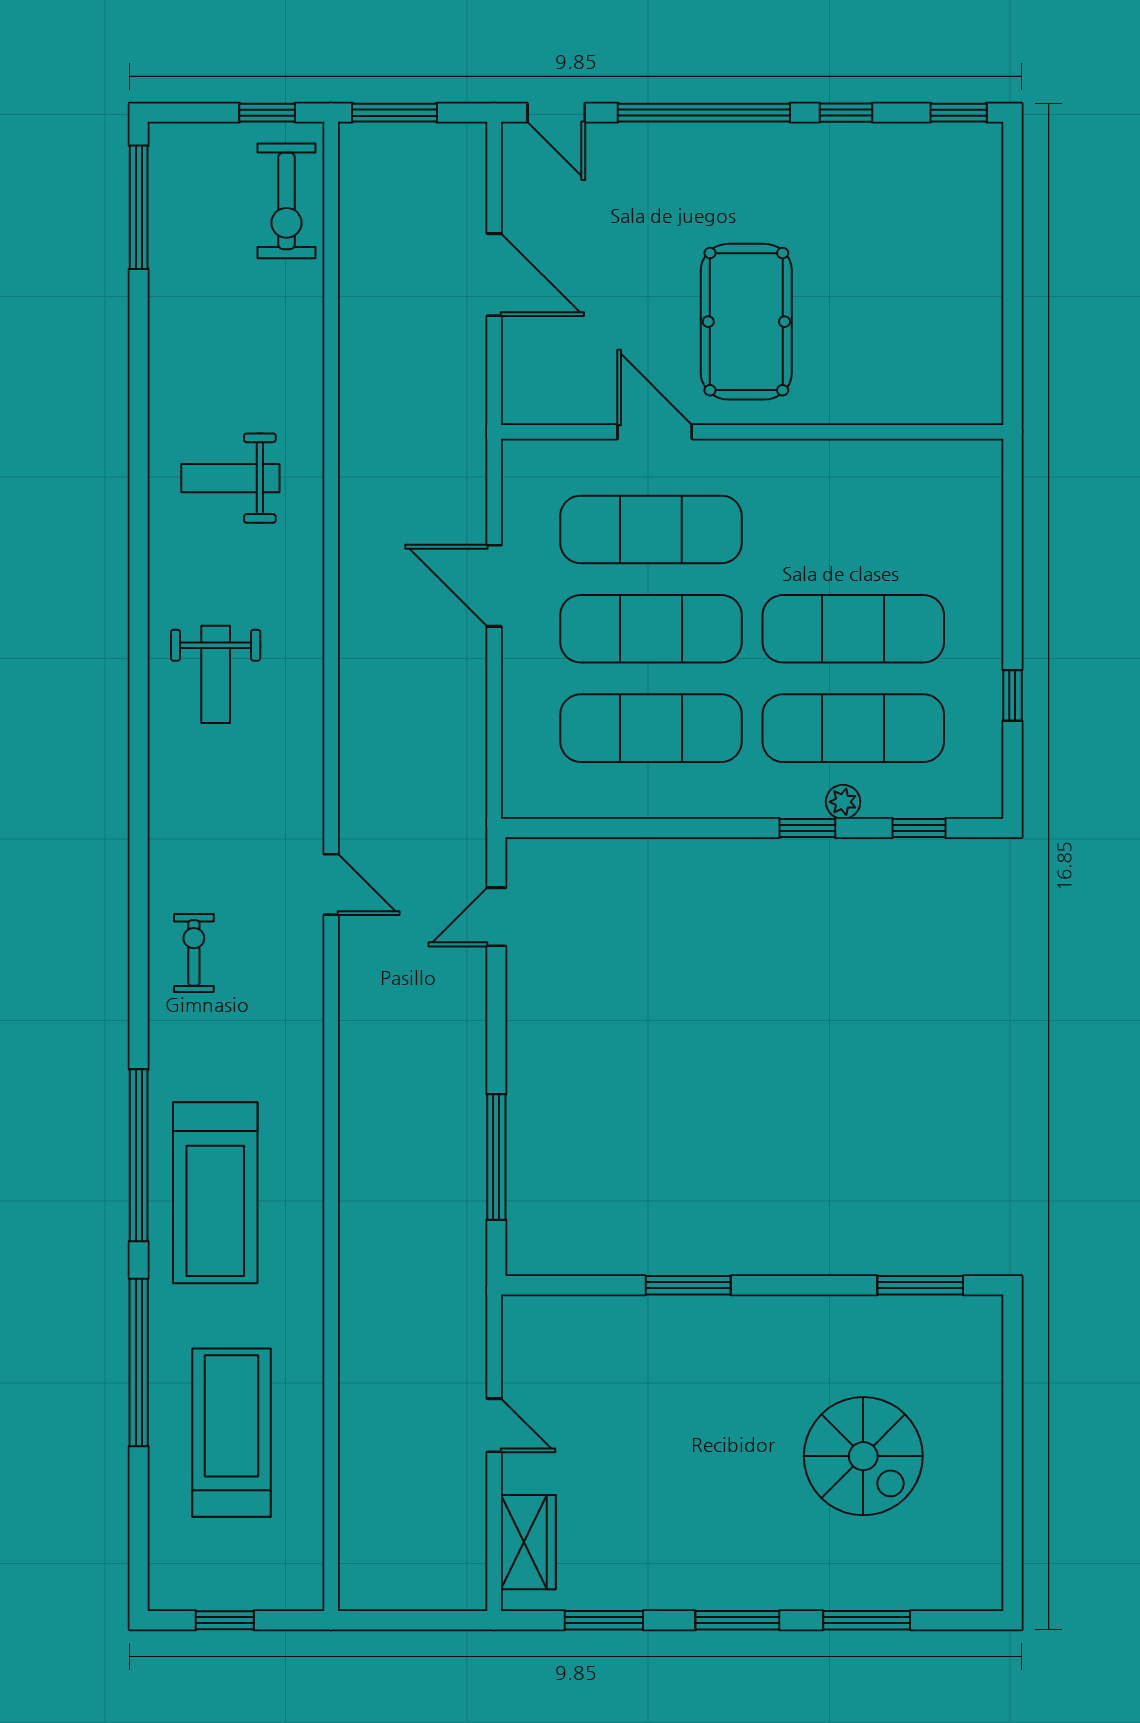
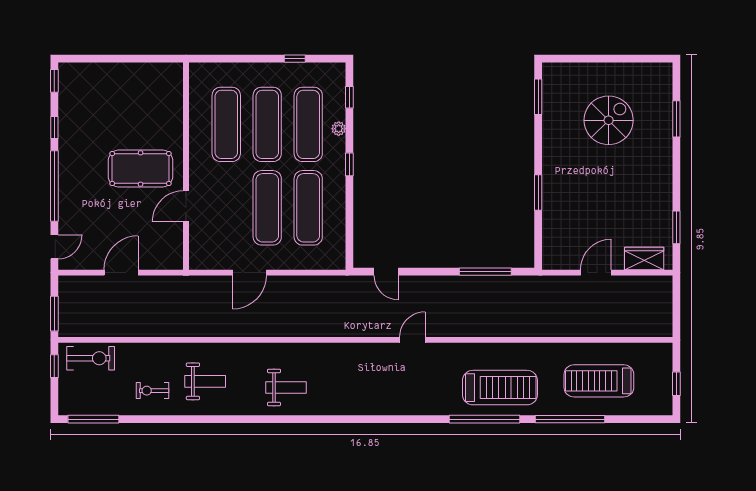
weight bench: (230, 478) -> (205, 381), turned -90
exercise mat: (651, 529) -> (226, 124), moved
window: (807, 828) -> (349, 164), moved
door: (331, 884) -> (412, 340), moved
exercise bike: (194, 953) -> (152, 391), moved
door: (494, 1425) -> (596, 273), width x1.38
window: (737, 1620) -> (676, 172), removed

